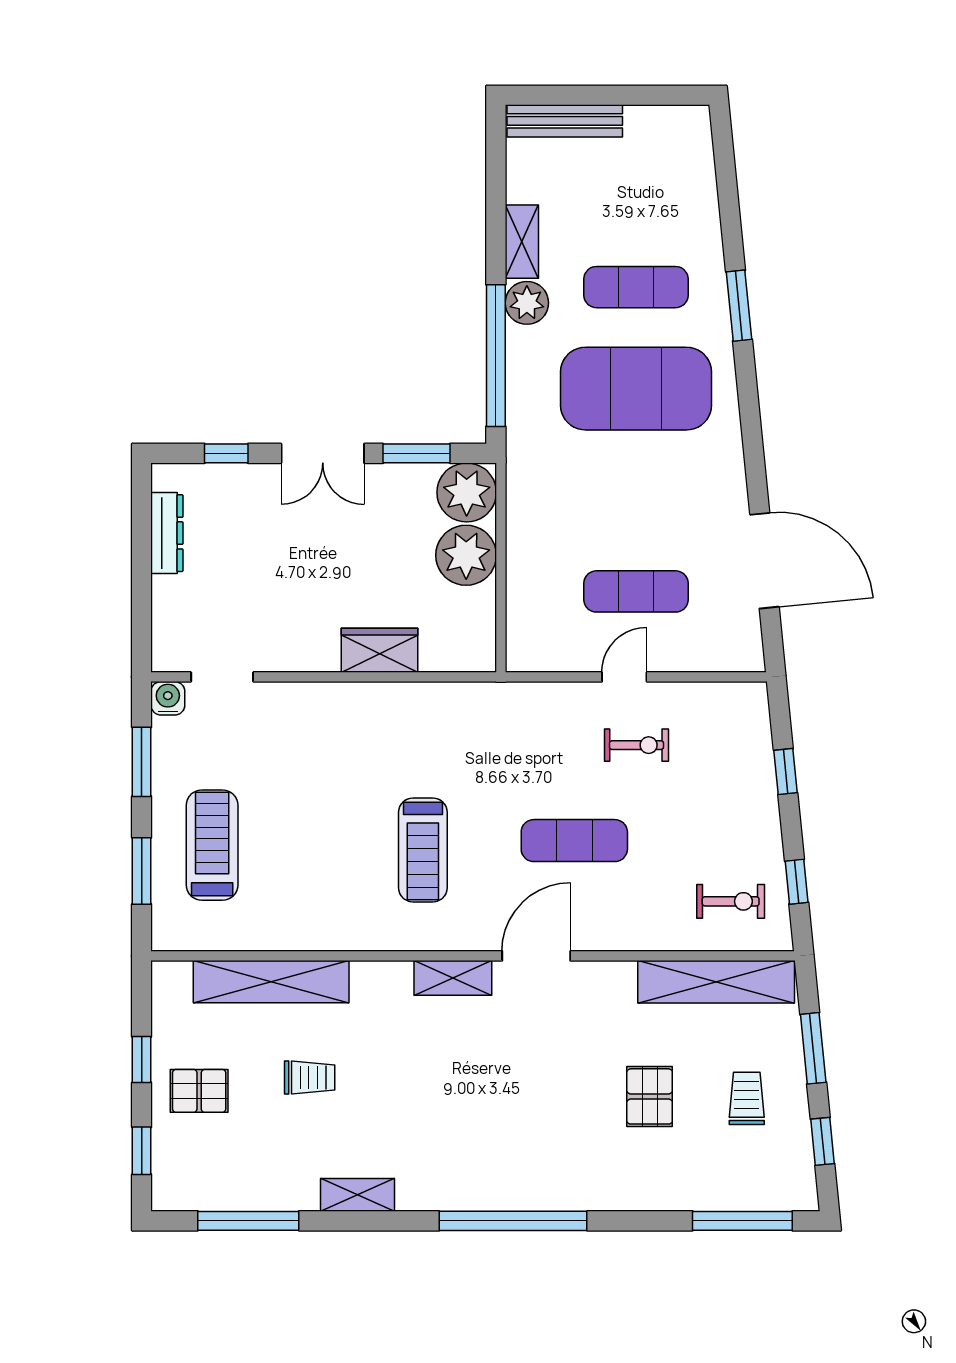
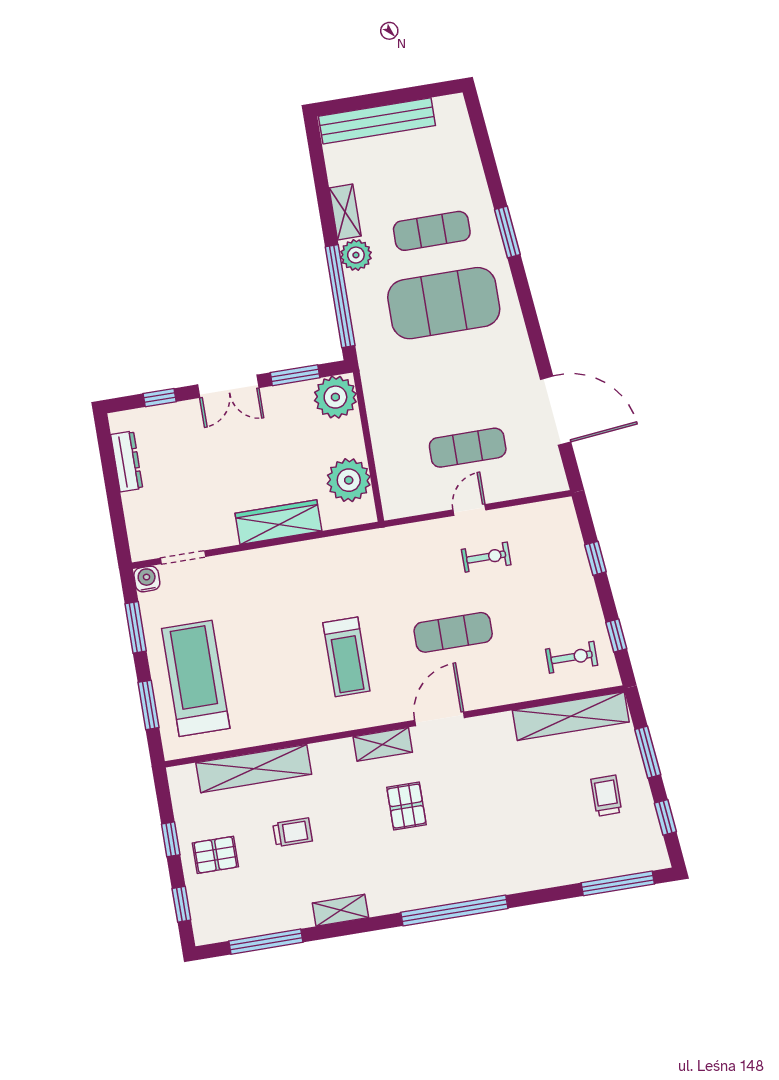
bench: (565, 121) -> (377, 121), width x1.37, depth x1.21
plant: (466, 555) -> (349, 480), moved
wardrobe: (380, 650) -> (278, 522), width x1.50
treadmill: (212, 845) -> (196, 678), width x1.37, depth x1.38
pallet: (650, 1096) -> (406, 806), moved

